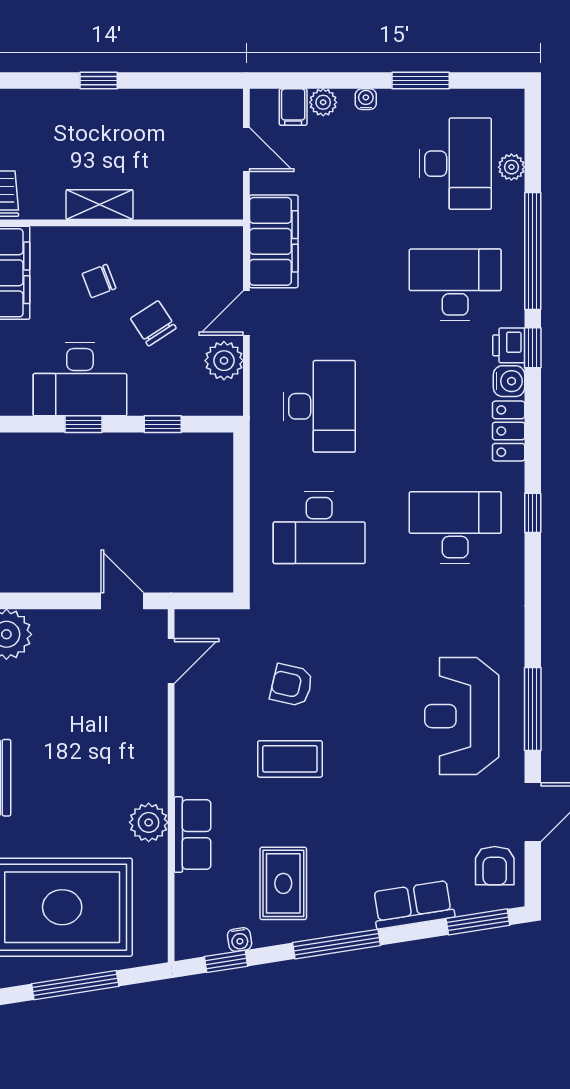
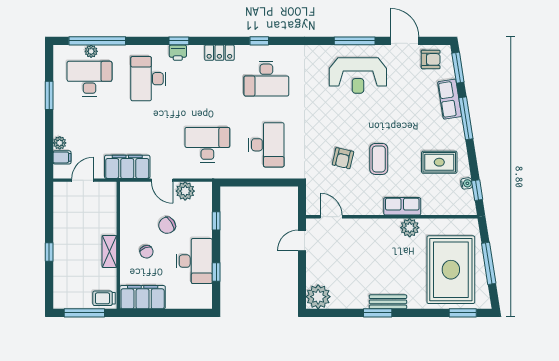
water cooler: (366, 99) -> (58, 122), removed
window: (533, 251) -> (97, 41), moved
water cooler: (509, 381) -> (195, 52), removed
window: (83, 424) -> (216, 272), moved
desk: (455, 528) -> (266, 79), turned -90
row of seats: (193, 835) -> (402, 206), moved
window: (337, 944) -> (466, 118), moved

